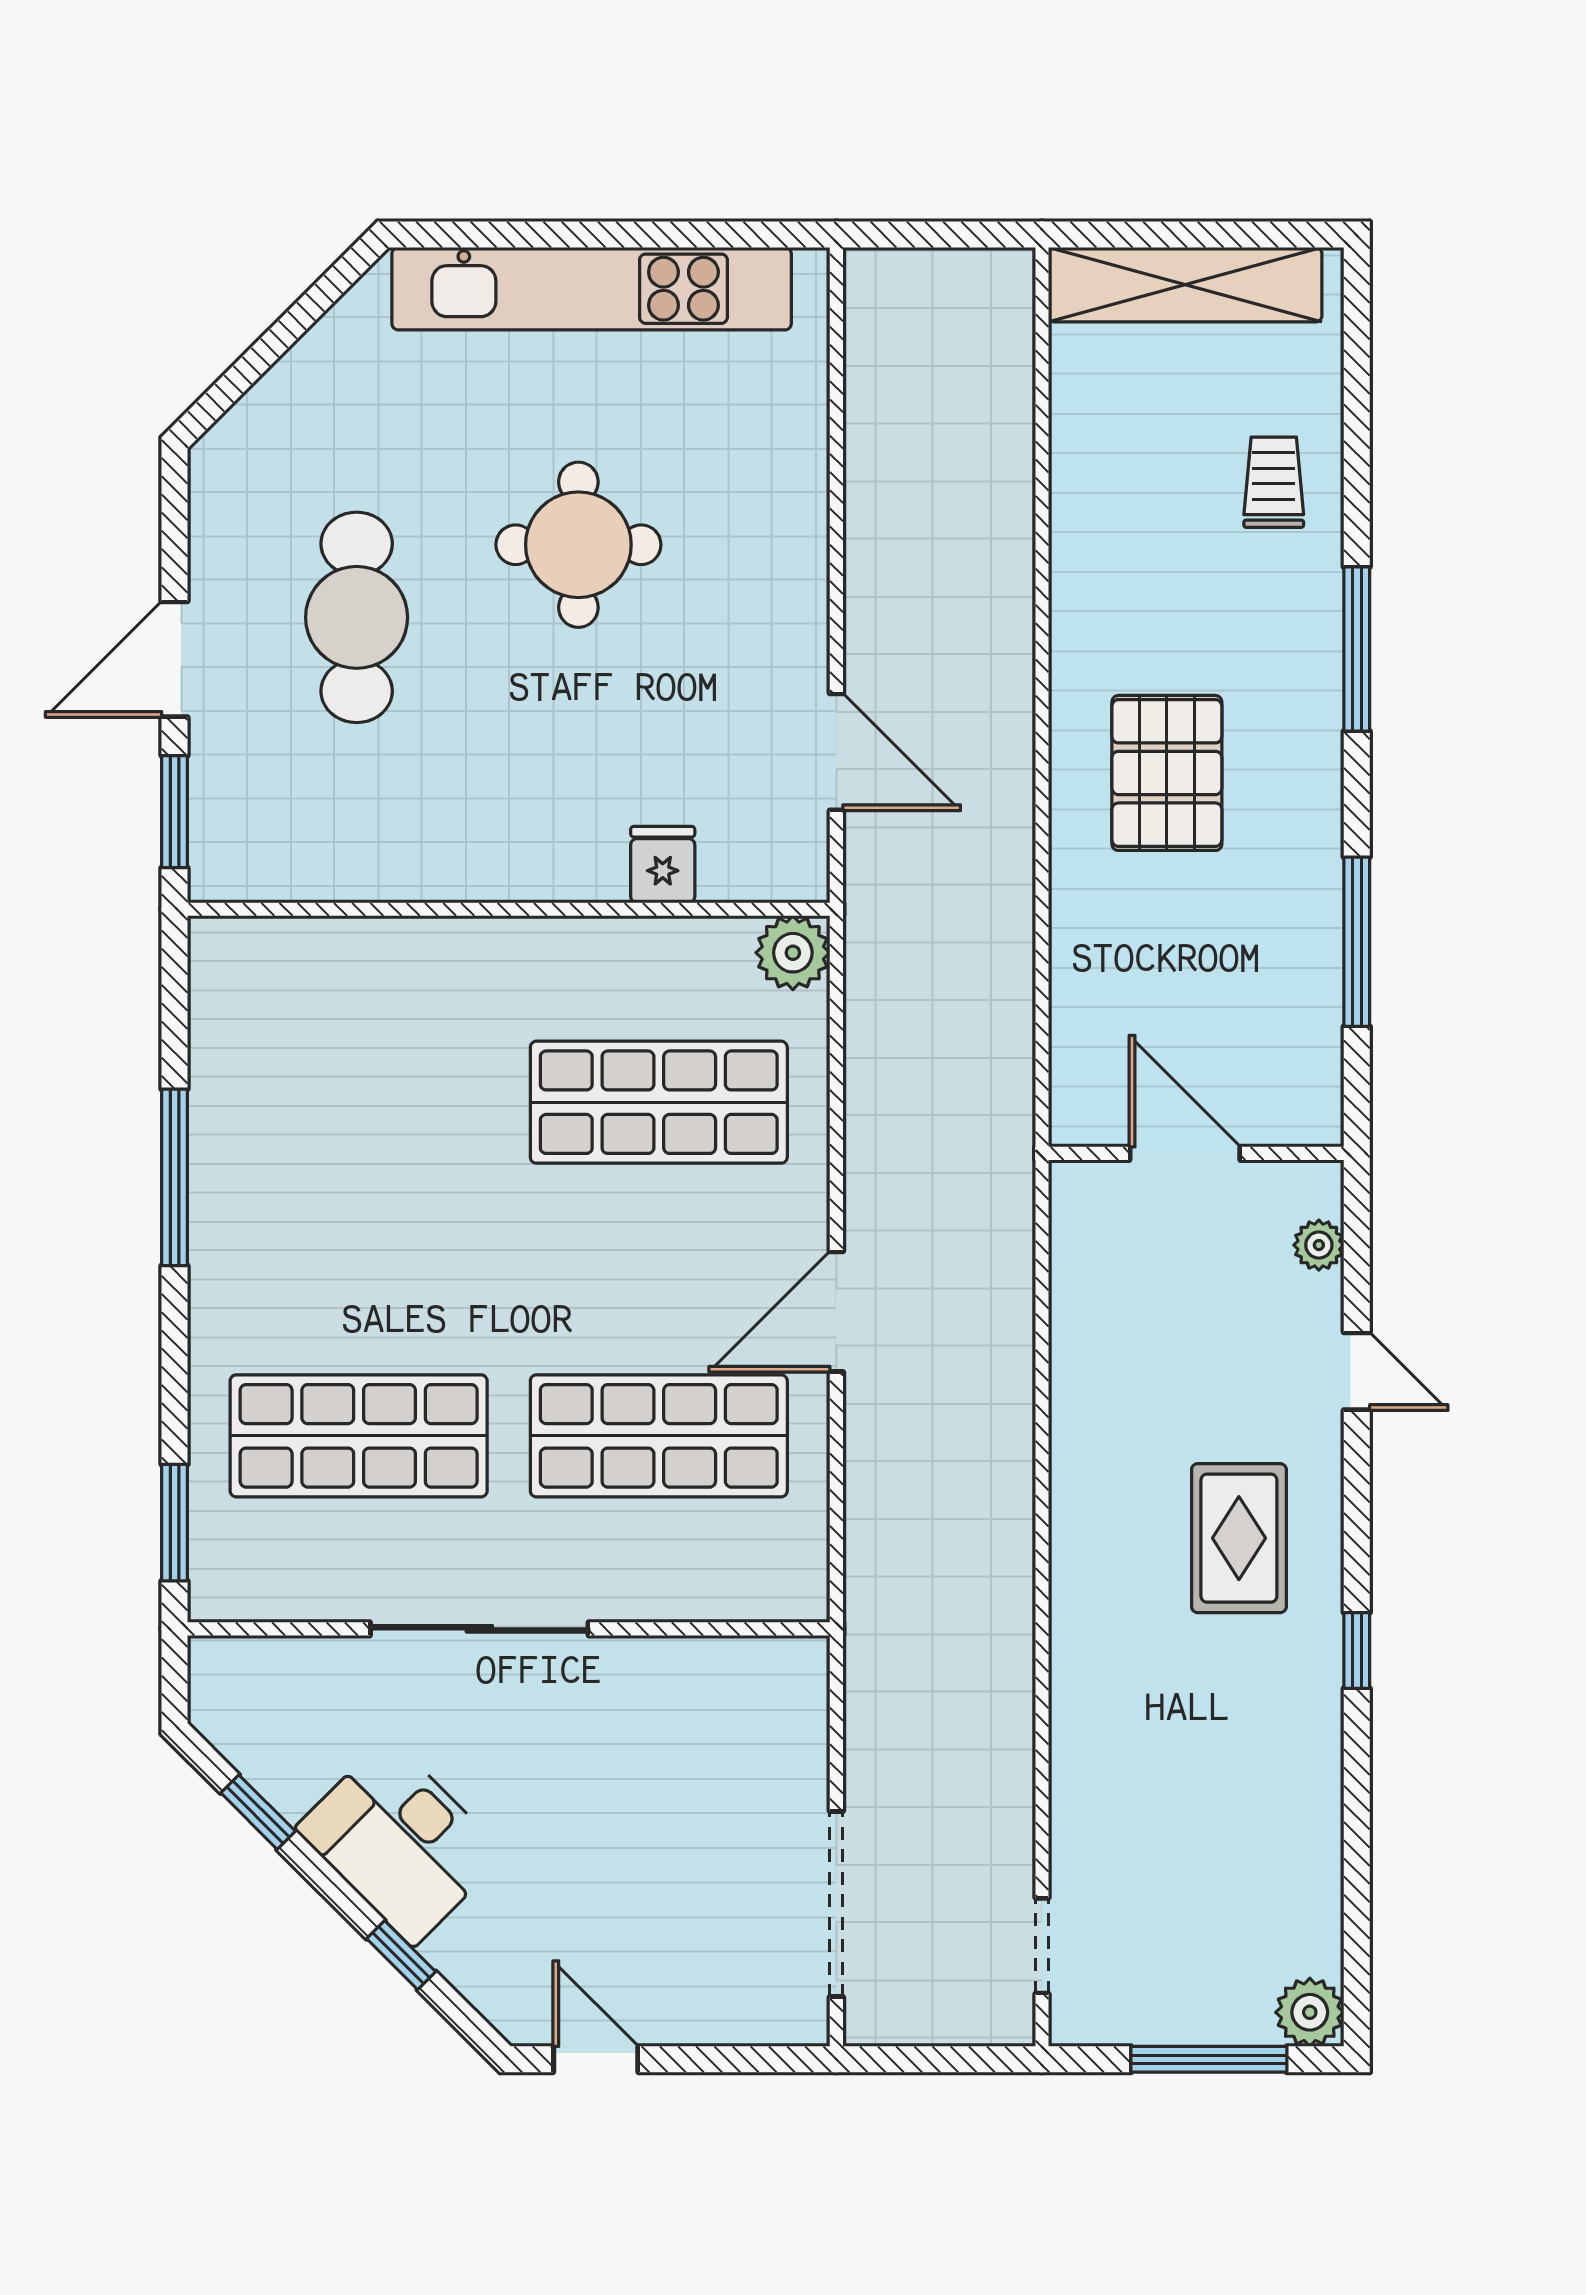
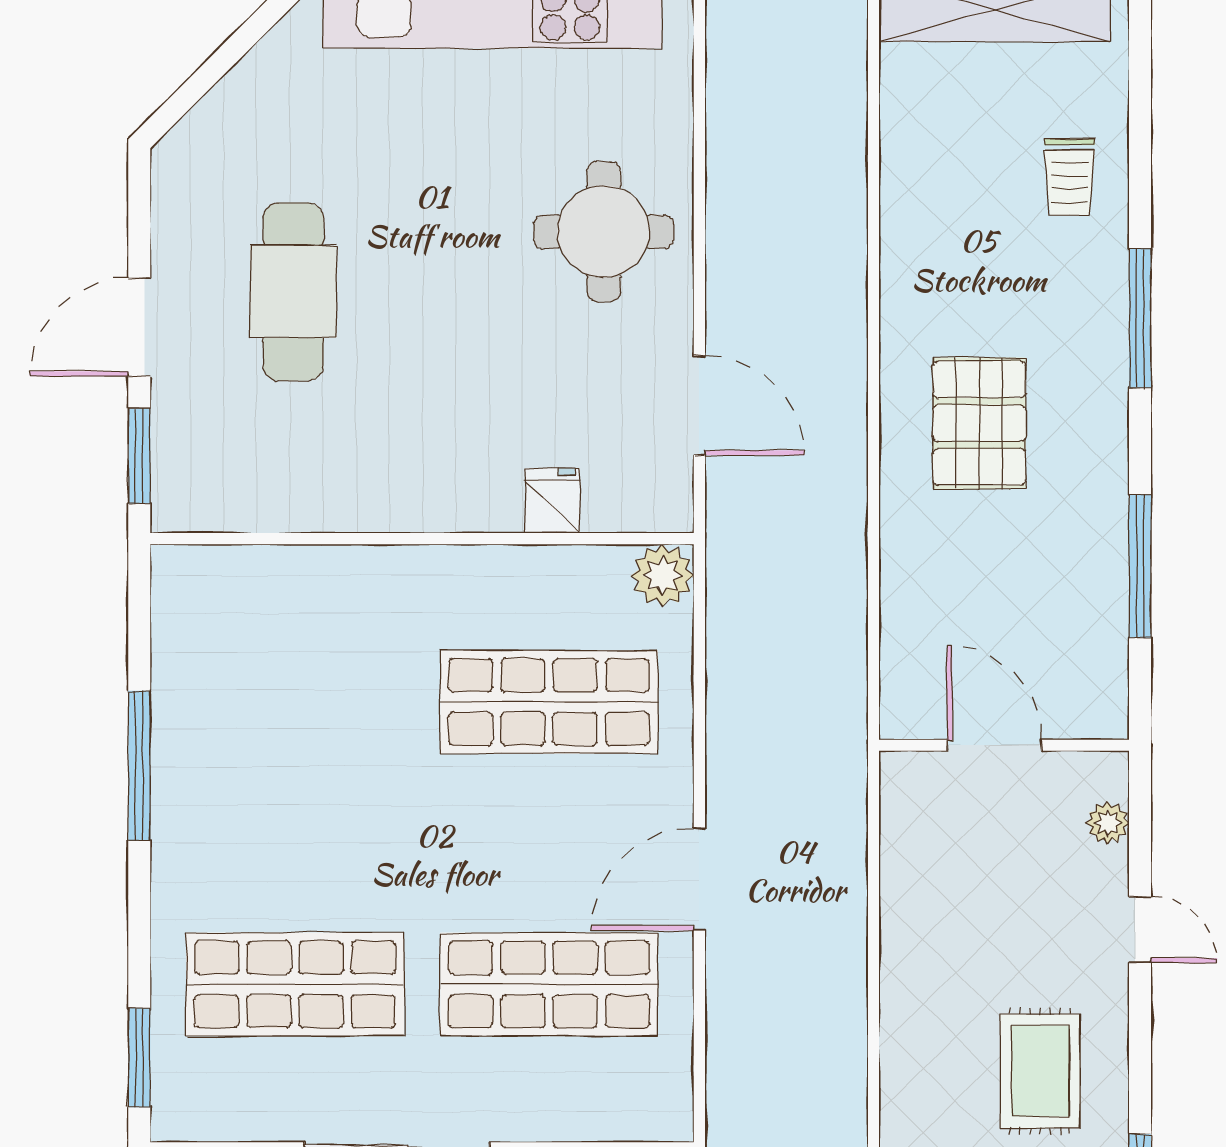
trolley: (1274, 482) -> (1070, 177), turned 180
round table: (578, 545) -> (604, 232), moved

